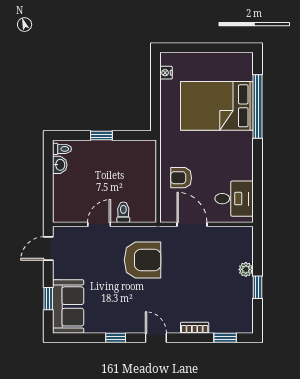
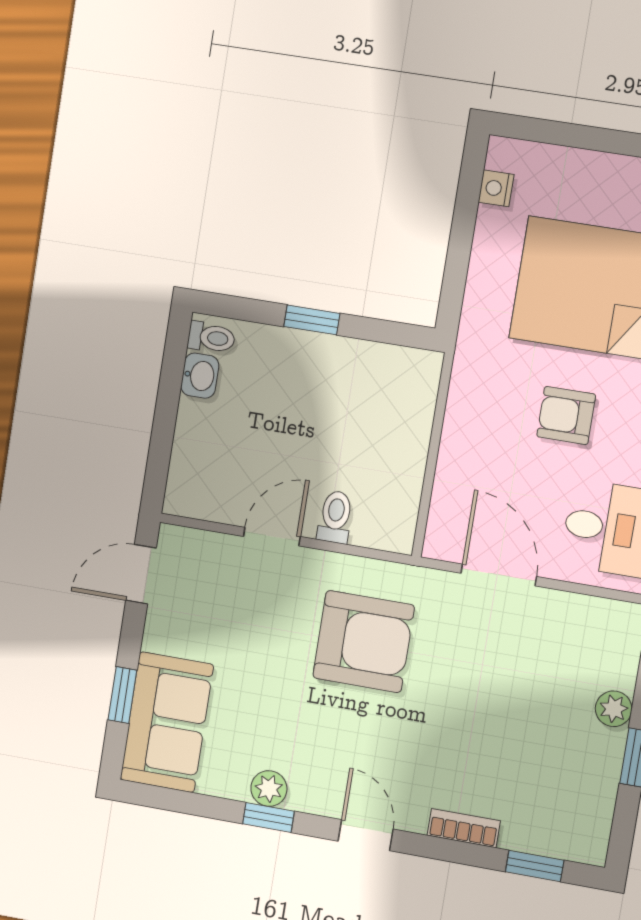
armchair: (181, 178) -> (566, 415), moved
plant: (114, 326) -> (269, 789), added

